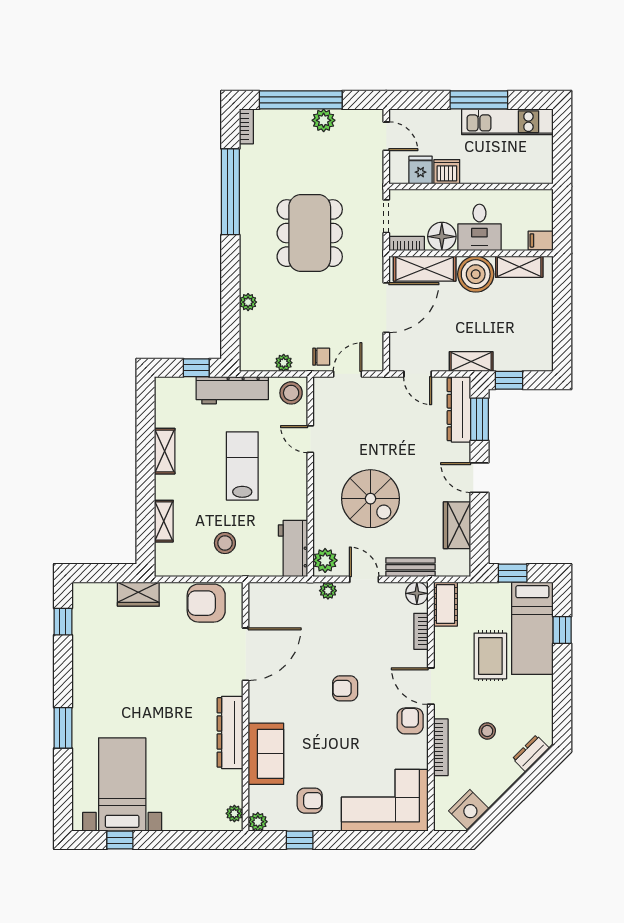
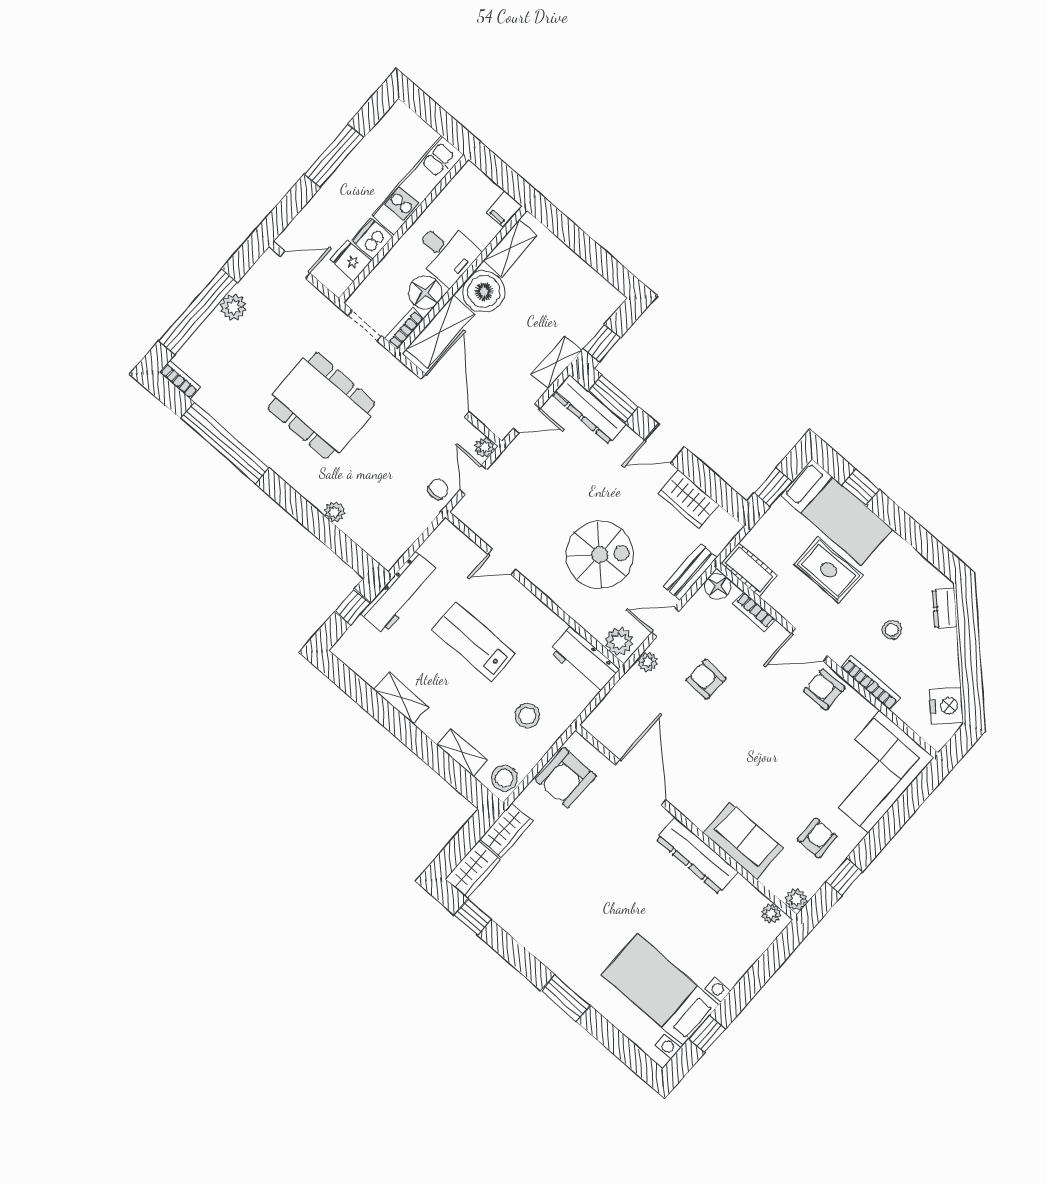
kitchen unit: (507, 122) -> (418, 185), moved, turned 180
plant: (284, 363) -> (484, 447), moved
stool: (291, 393) -> (504, 778), moved
wardrobe: (94, 595) -> (473, 870), added
armchair: (345, 688) -> (706, 679), moved, turned 92

